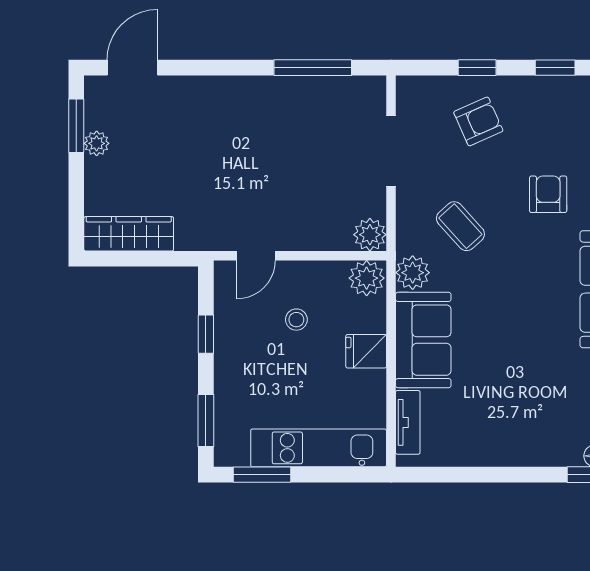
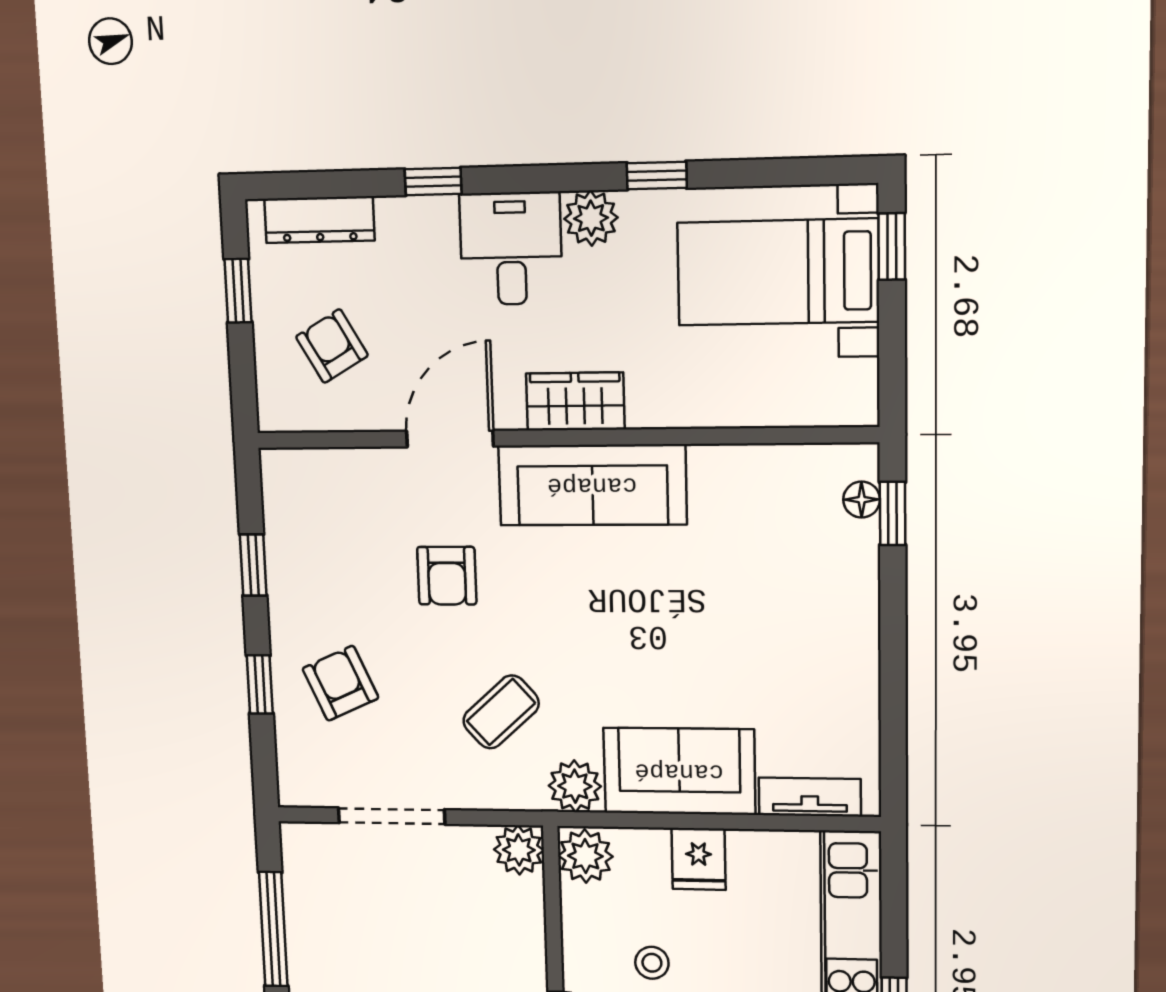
armchair: (548, 194) -> (447, 576), turned -90

